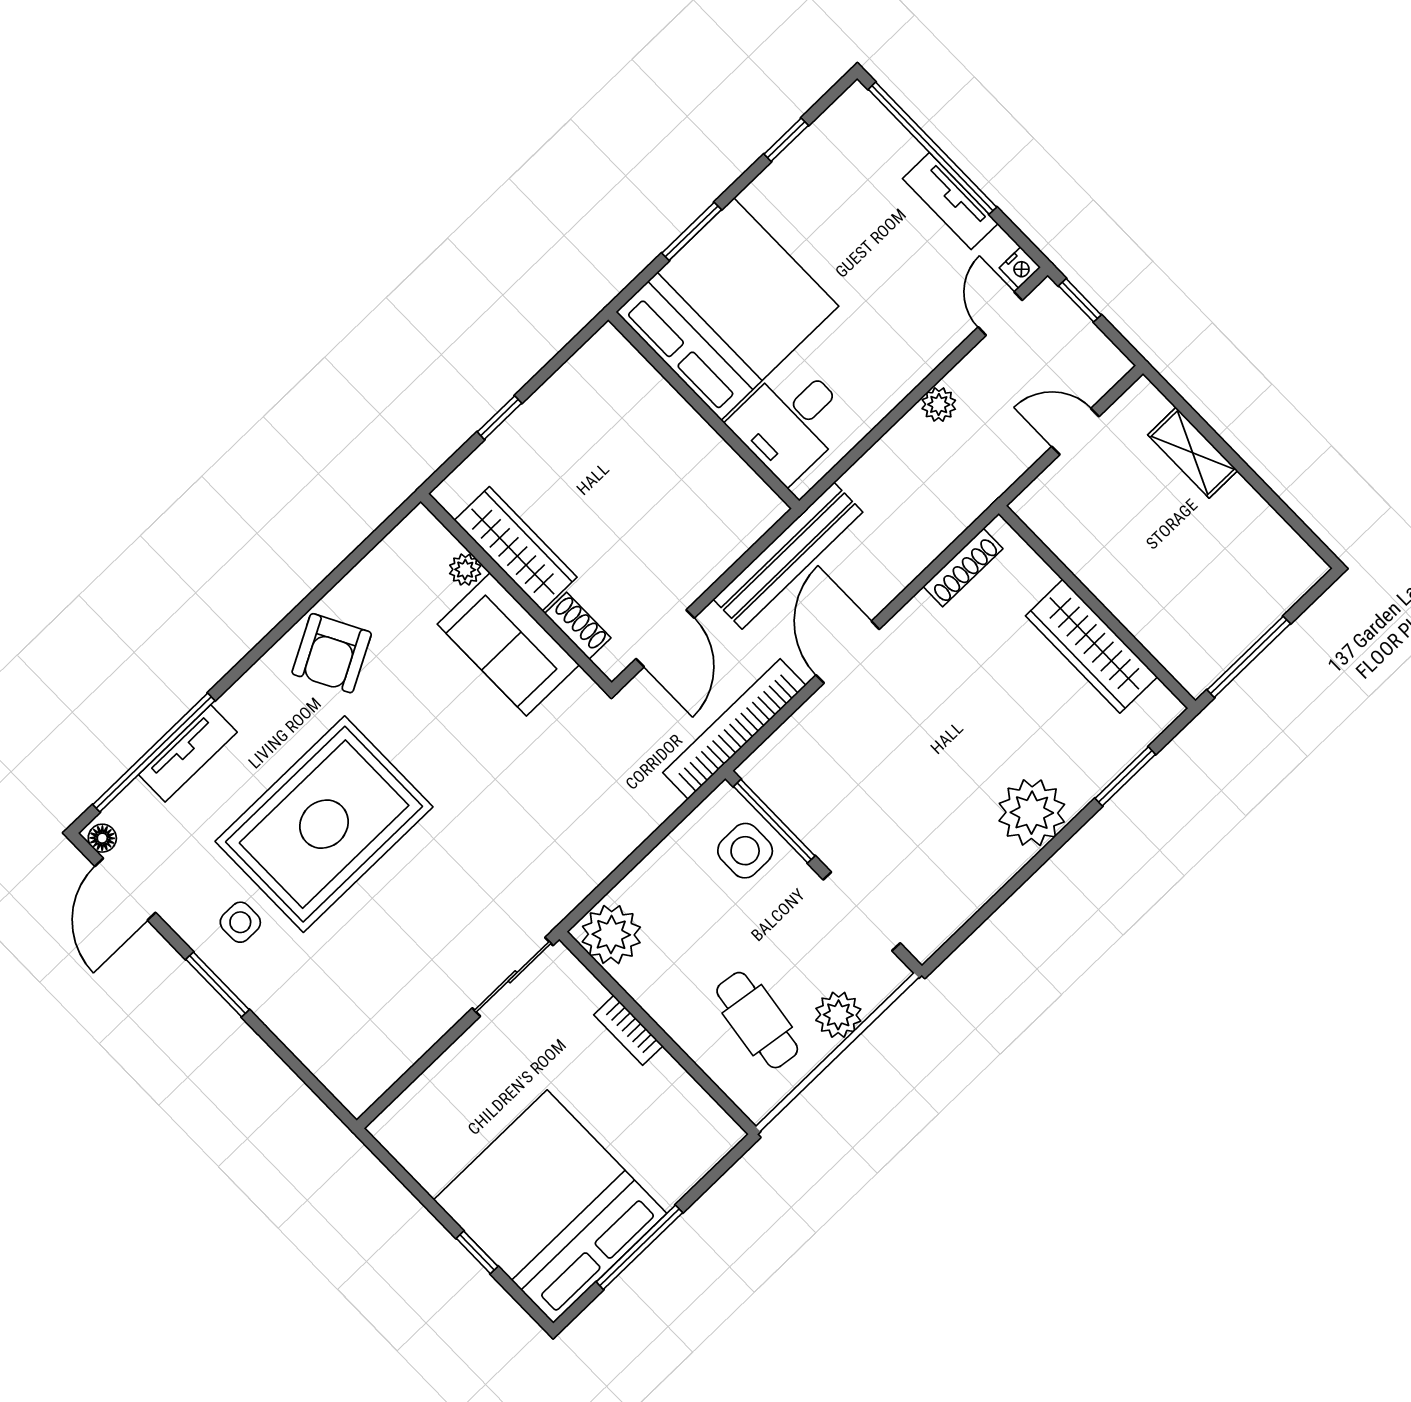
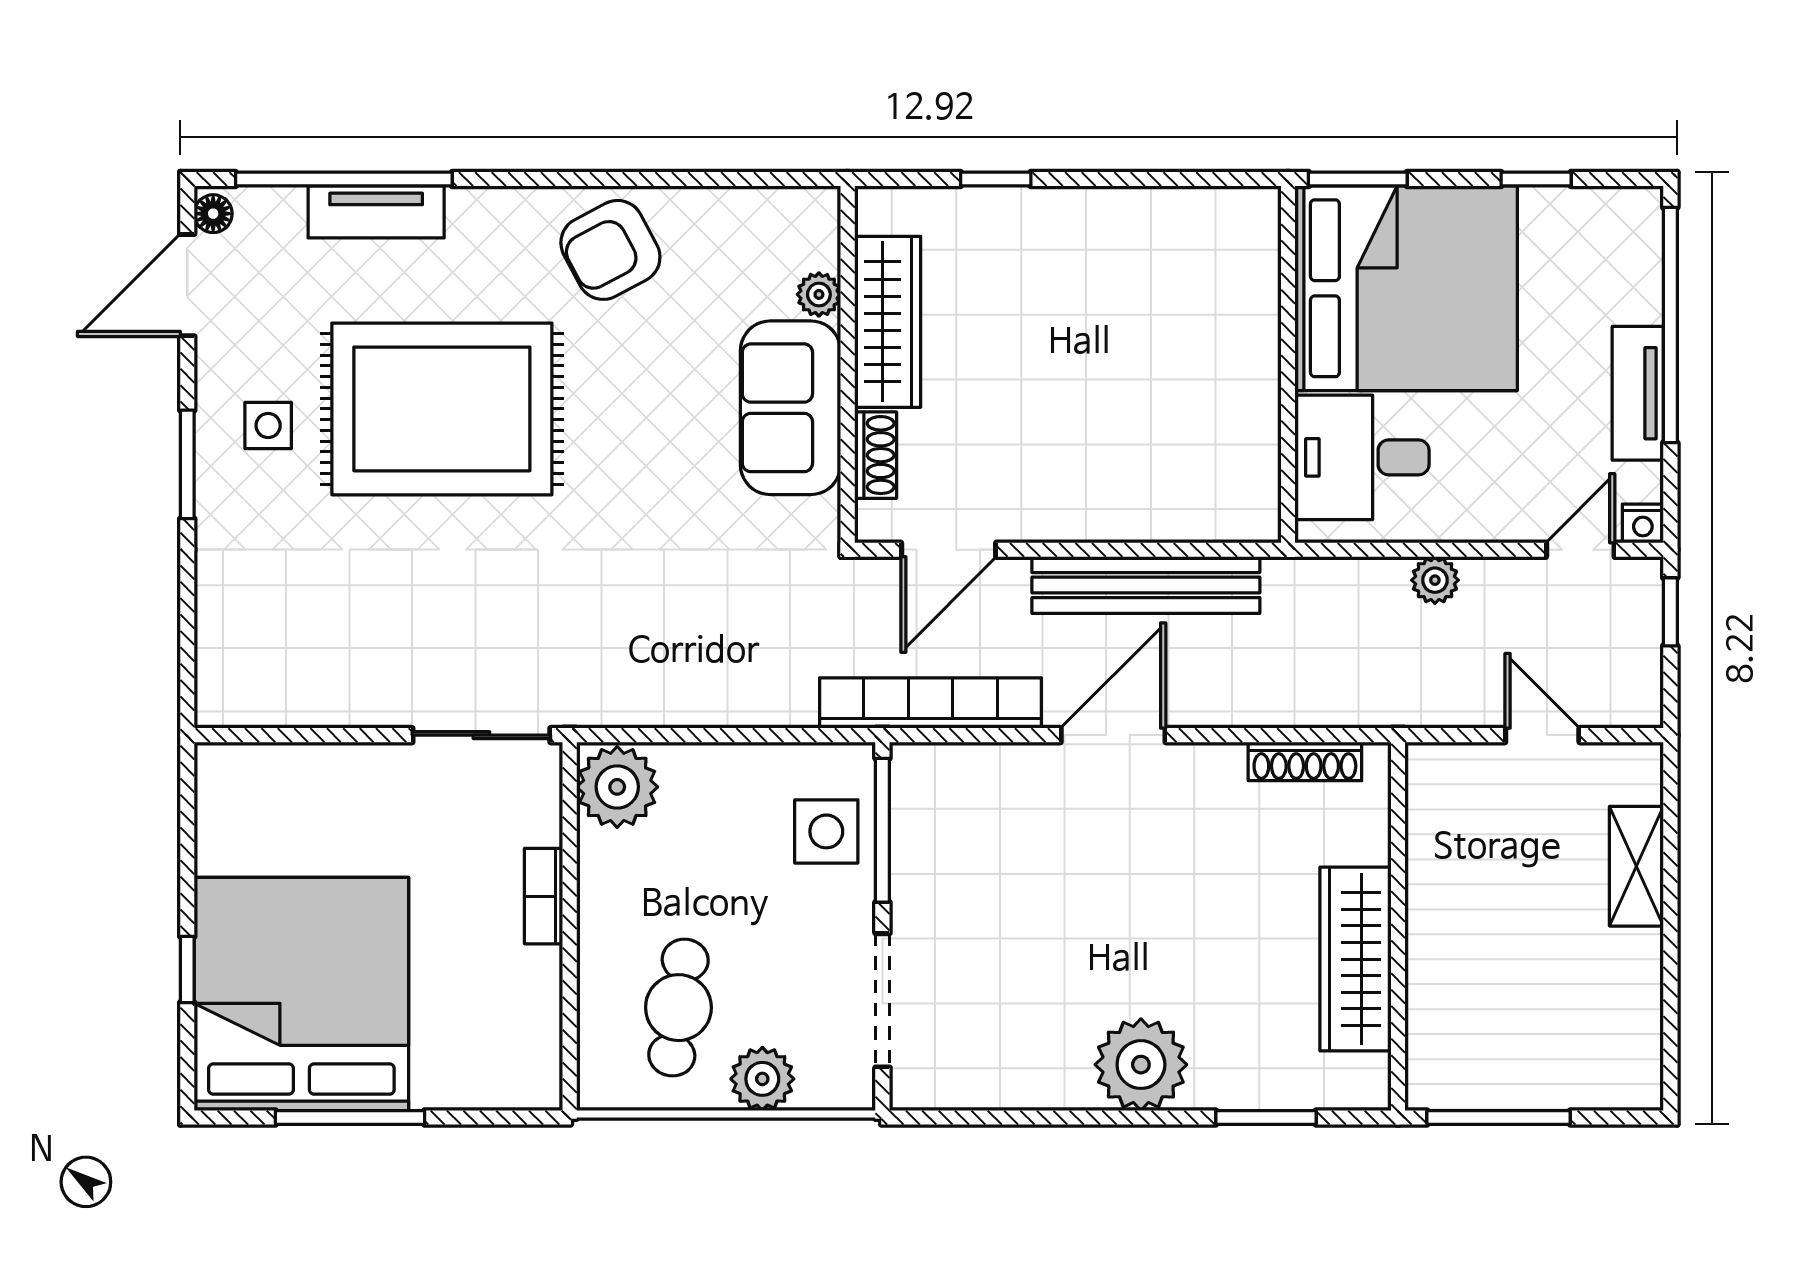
bed: (727, 309) -> (1406, 288), moved
wall: (704, 410) -> (1288, 364), moved
desk: (791, 422) -> (1362, 457), moved

